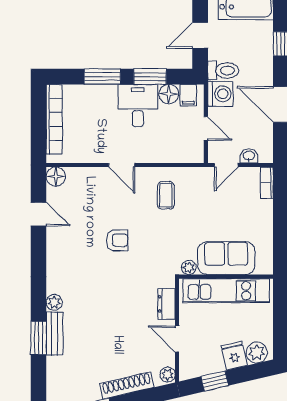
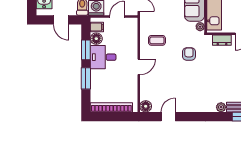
armchair: (117, 240) -> (189, 54), moved

